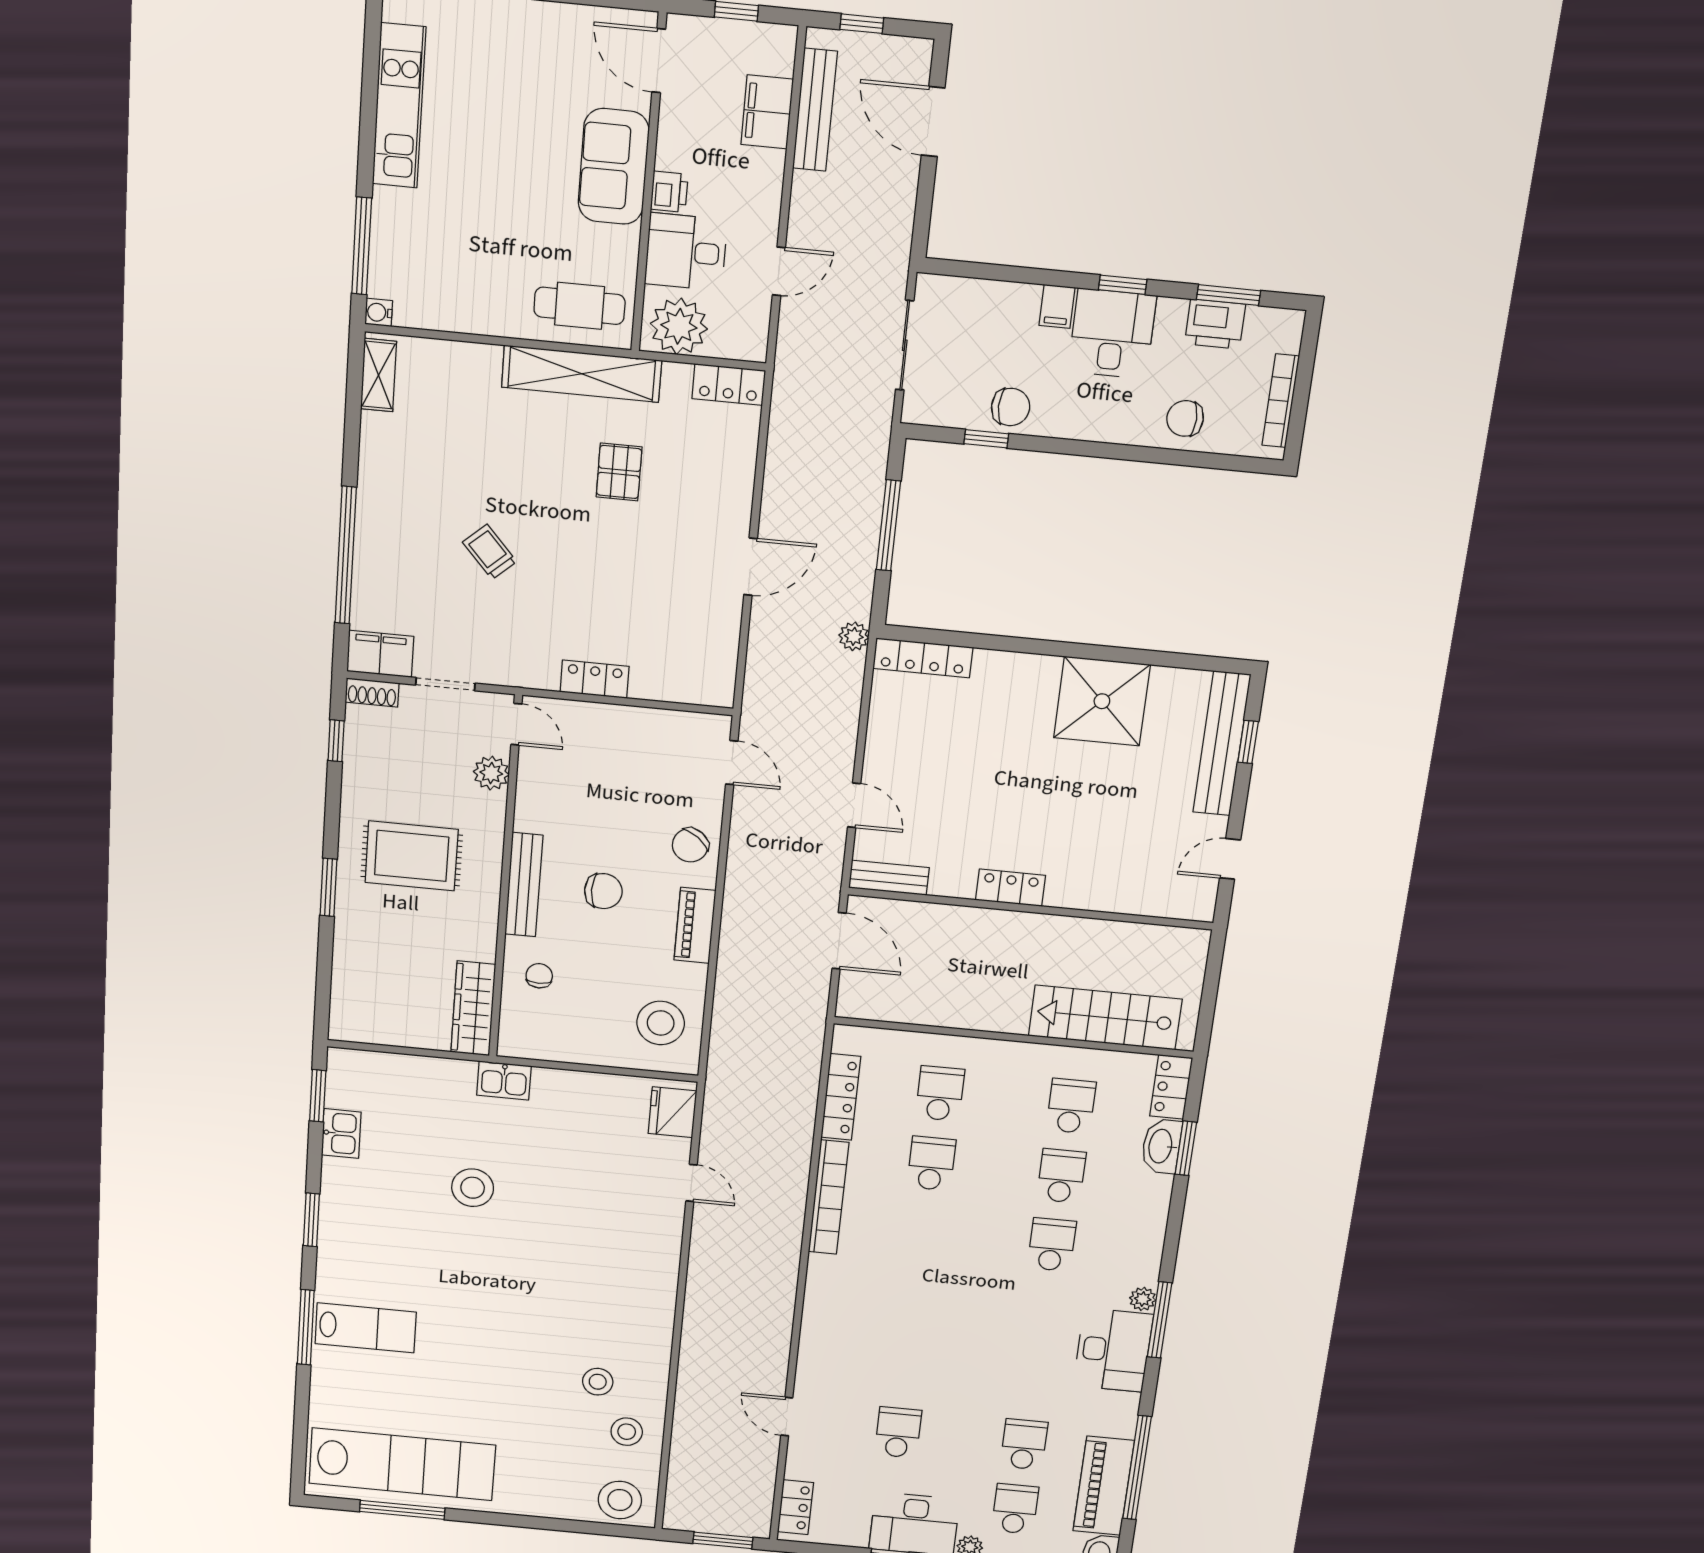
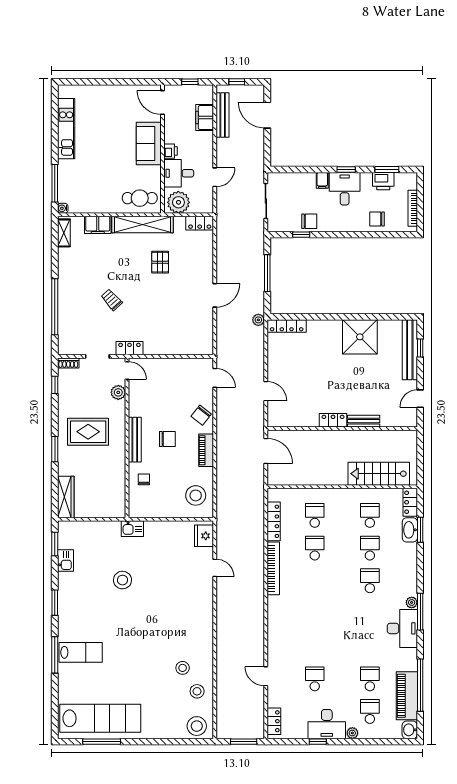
filing cabinet: (380, 654) -> (98, 225), moved, turned 180
locker: (595, 679) -> (129, 348), moved
bench: (889, 878) -> (364, 421), moved
wardrobe: (473, 1008) -> (66, 497), moved, turned 180

